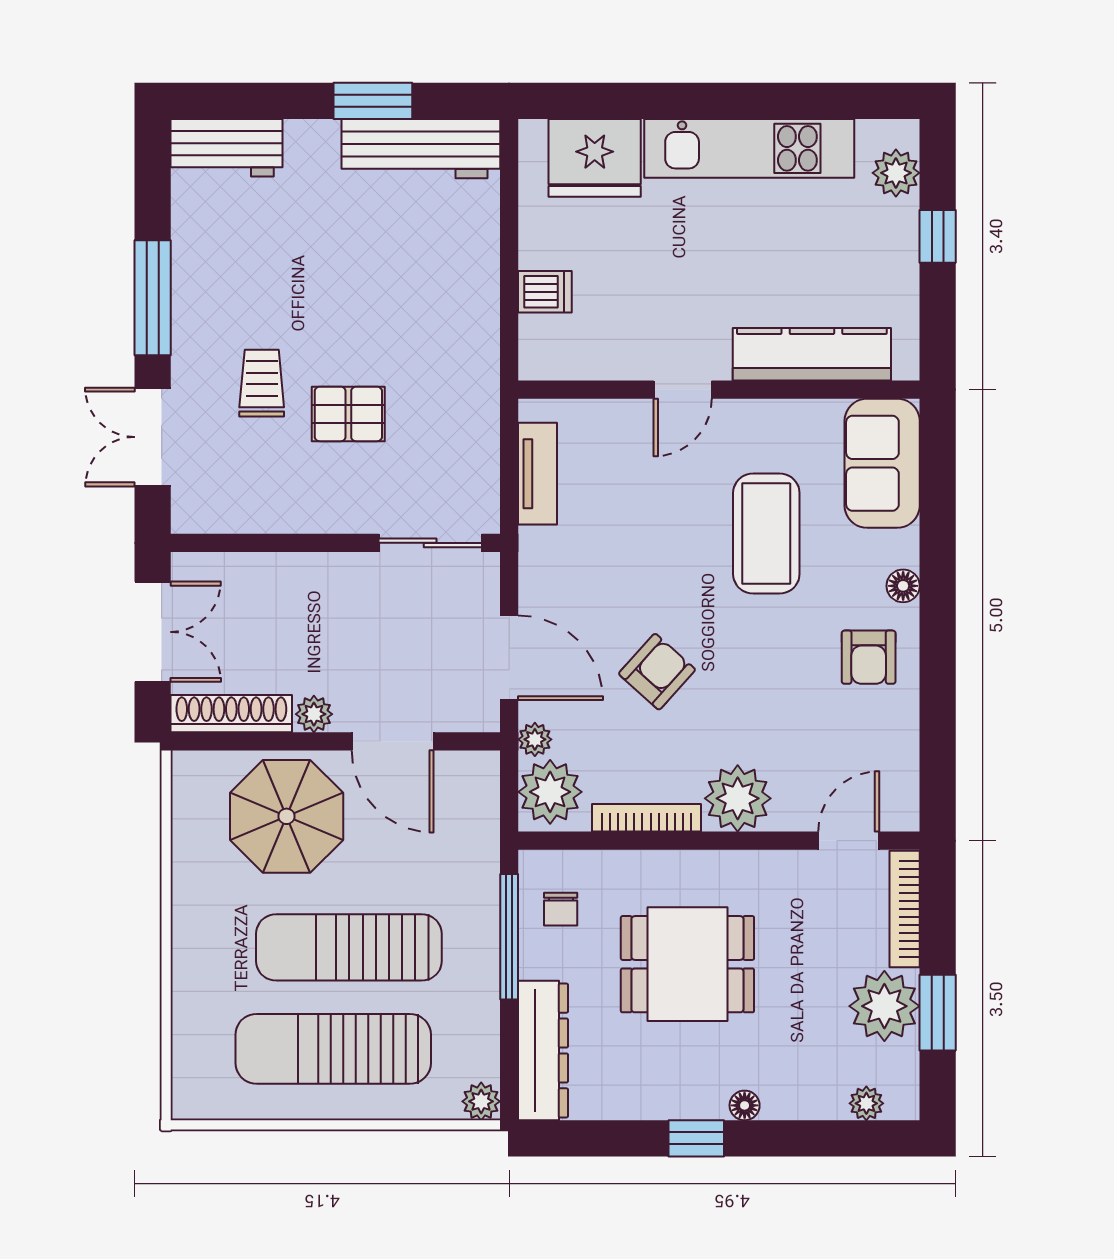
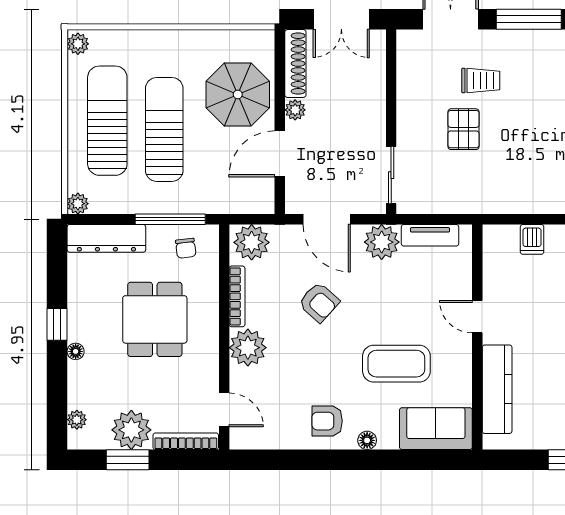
door: (509, 658) -> (327, 219), hinge flipped
plant: (535, 739) -> (382, 242), moved, width x1.88, depth x1.88
chair: (561, 909) -> (186, 248), turned -97
plant: (196, 1101) -> (78, 44), added

